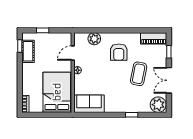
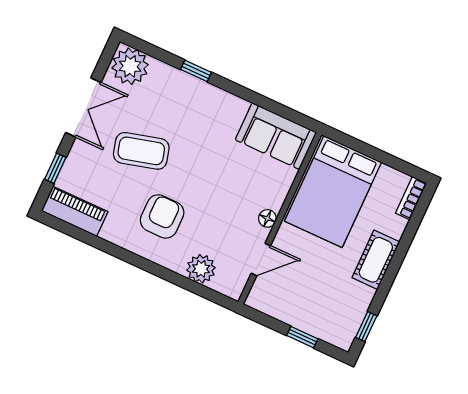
cot: (28, 51) -> (376, 260), moved
coffee table: (139, 74) -> (141, 151), turned 64

